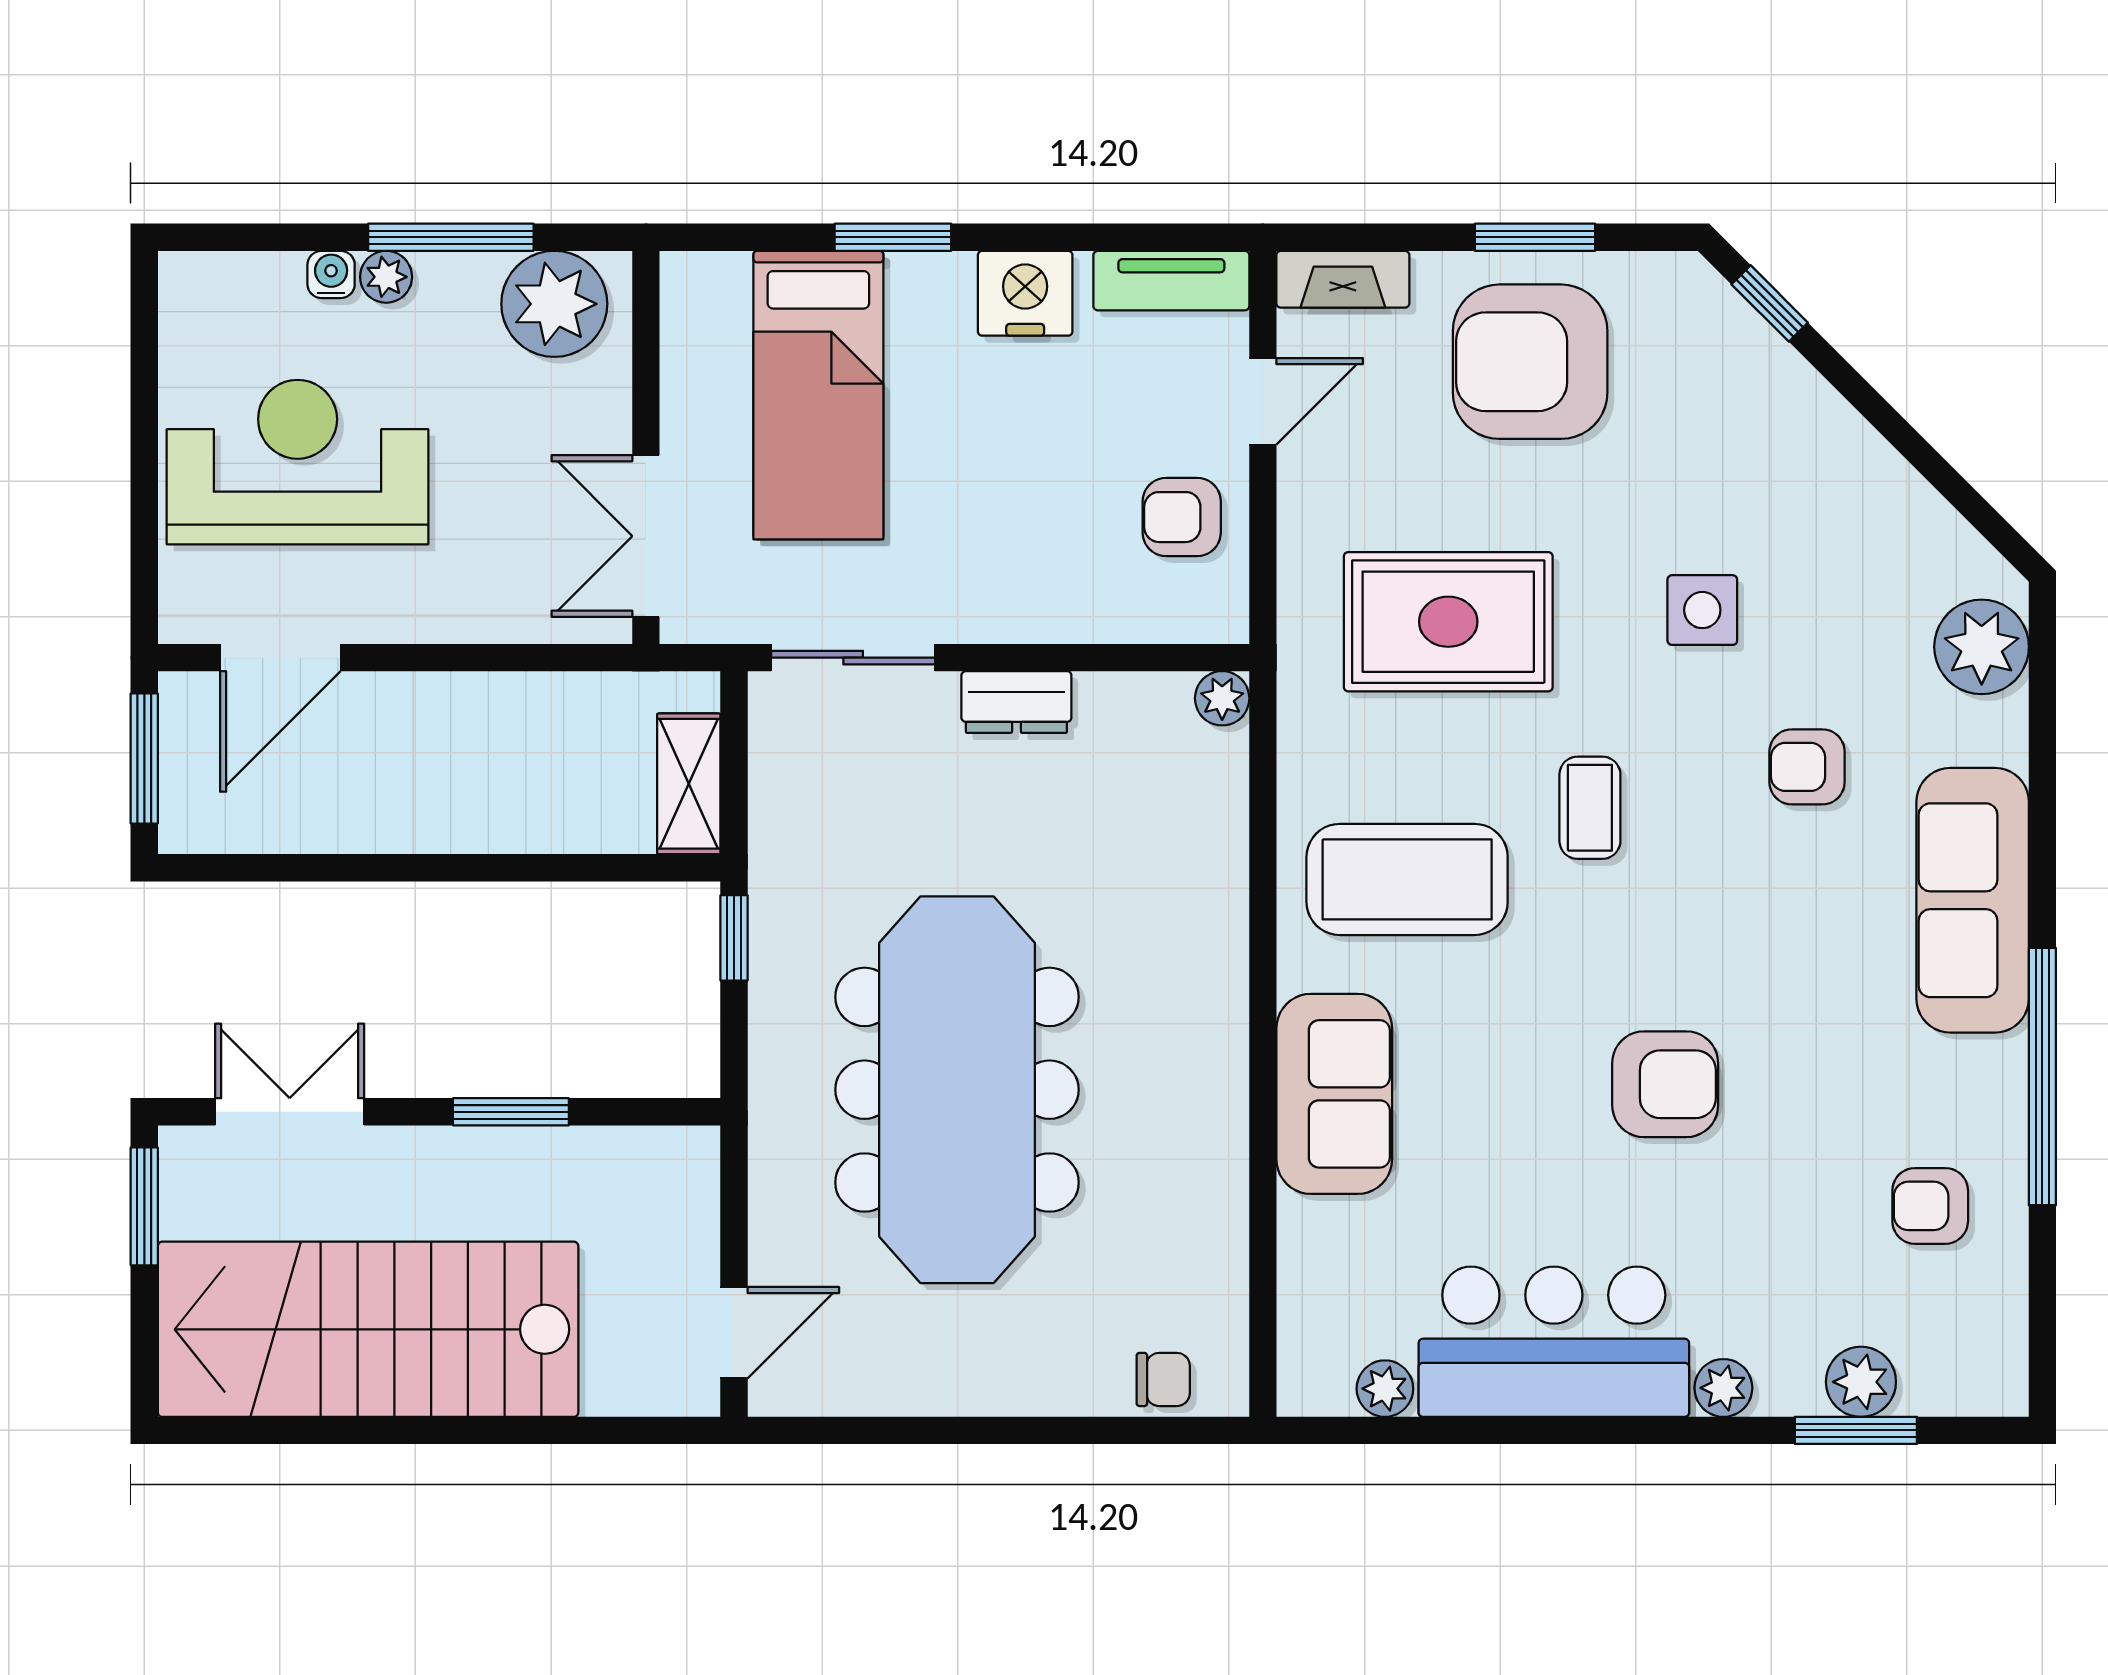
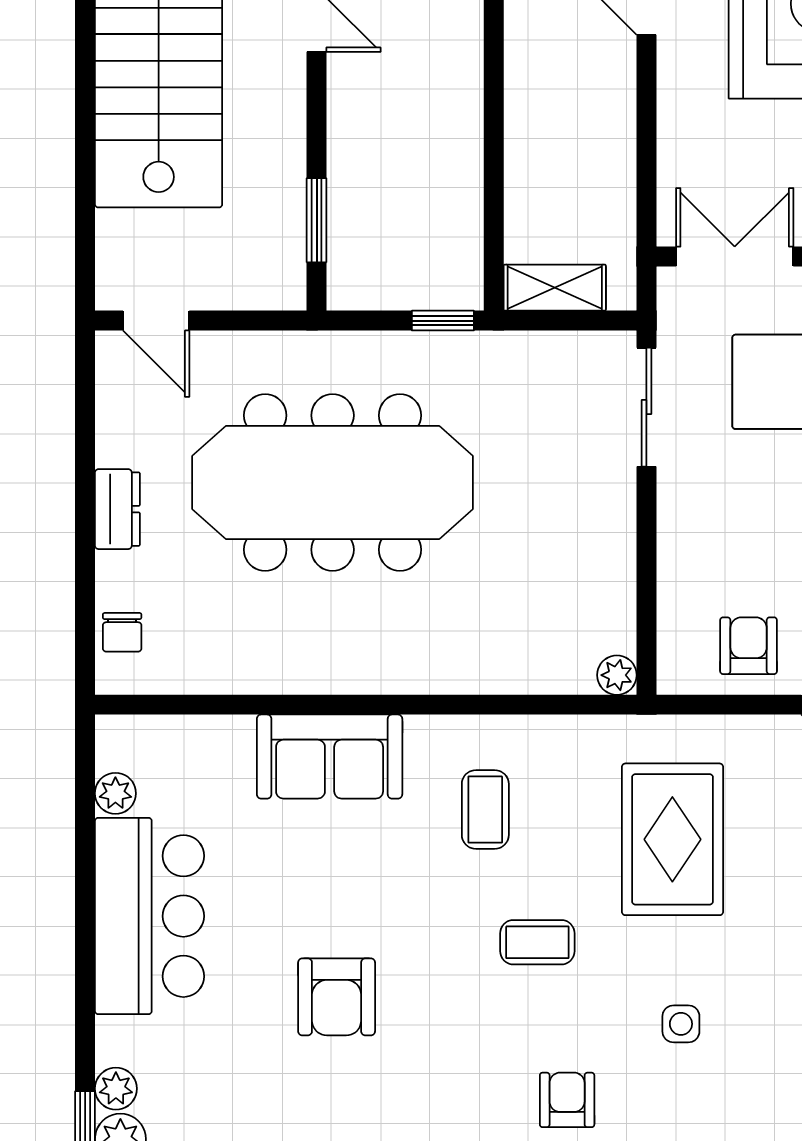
side table: (1702, 610) -> (681, 1024), width x0.73, depth x0.73
dresser: (1016, 702) -> (117, 509), moved, turned 180
coffee table: (1407, 879) -> (485, 809), width x0.54, depth x0.58
window: (511, 1112) -> (317, 220), moved
plant: (1723, 1388) -> (116, 1089), moved

